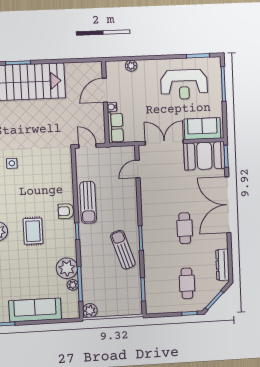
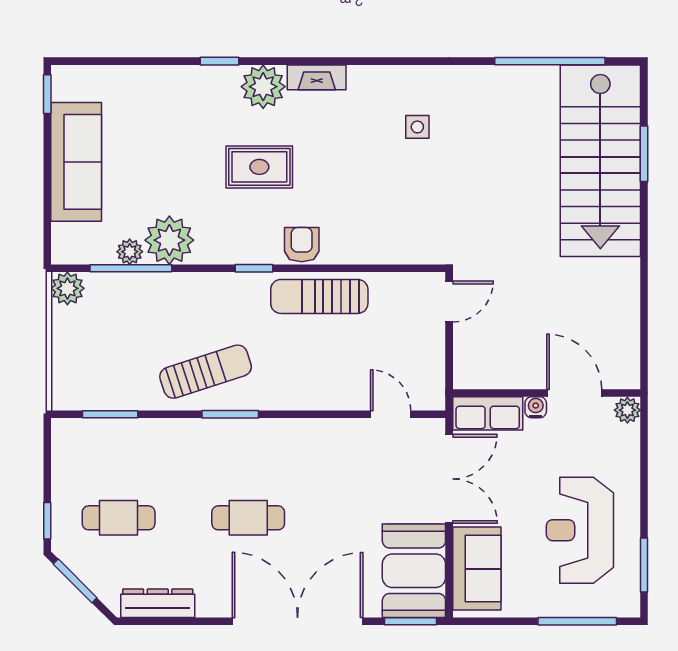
door: (105, 90) -> (574, 393), moved
wall: (105, 102) -> (547, 393), moved
water cooler: (112, 107) -> (536, 407), moved
row of seats: (115, 128) -> (488, 413), moved

